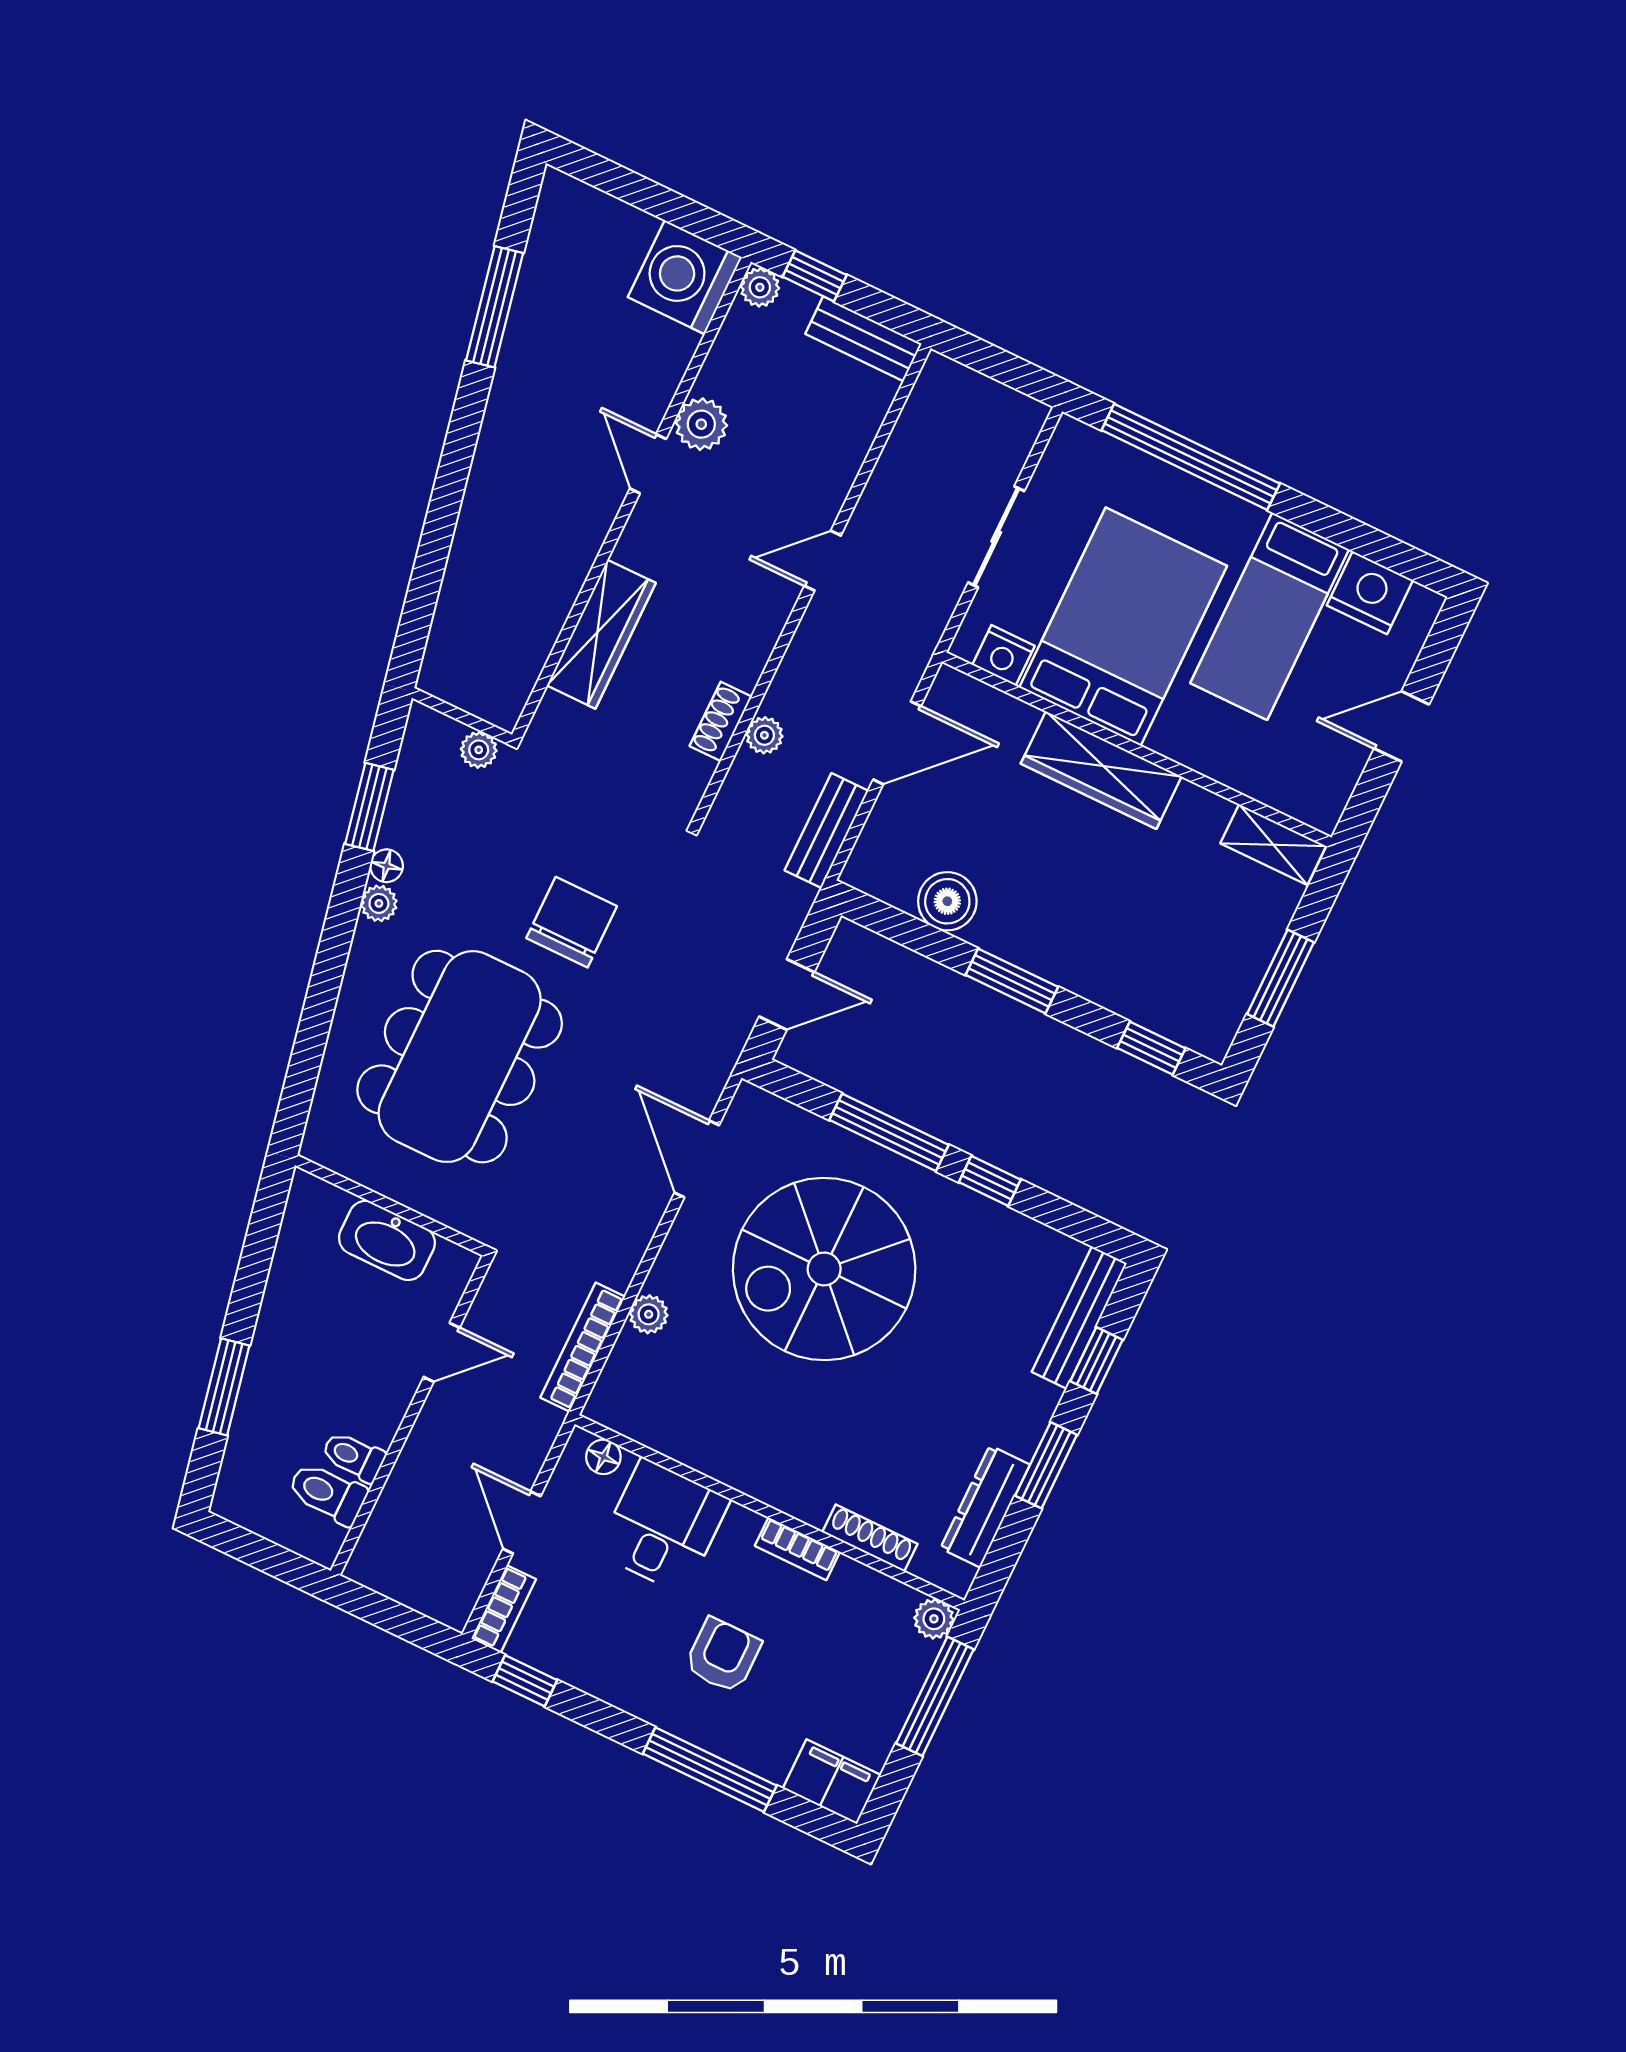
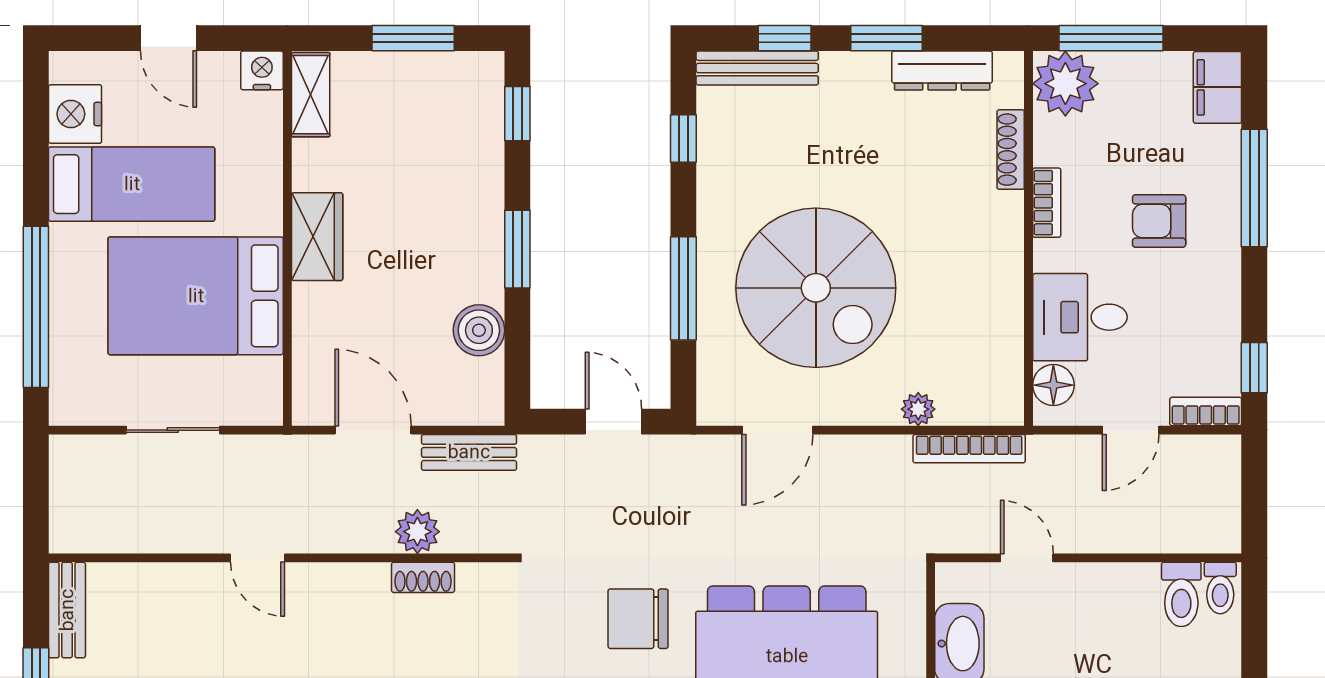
nightstand: (1003, 655) -> (262, 70), moved, turned -90
plant: (764, 735) -> (417, 532), width x1.38, depth x1.38
wardrobe: (1101, 770) -> (317, 237), width x0.67
window: (990, 1181) -> (683, 138), moved
toilet: (353, 1456) -> (1220, 588), moved
floor lamp: (603, 1457) -> (1053, 385), width x1.37, depth x1.37
plant: (934, 1619) -> (1065, 84), width x1.87, depth x1.87

